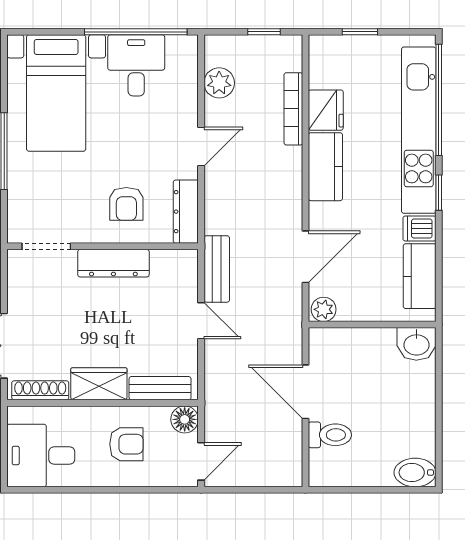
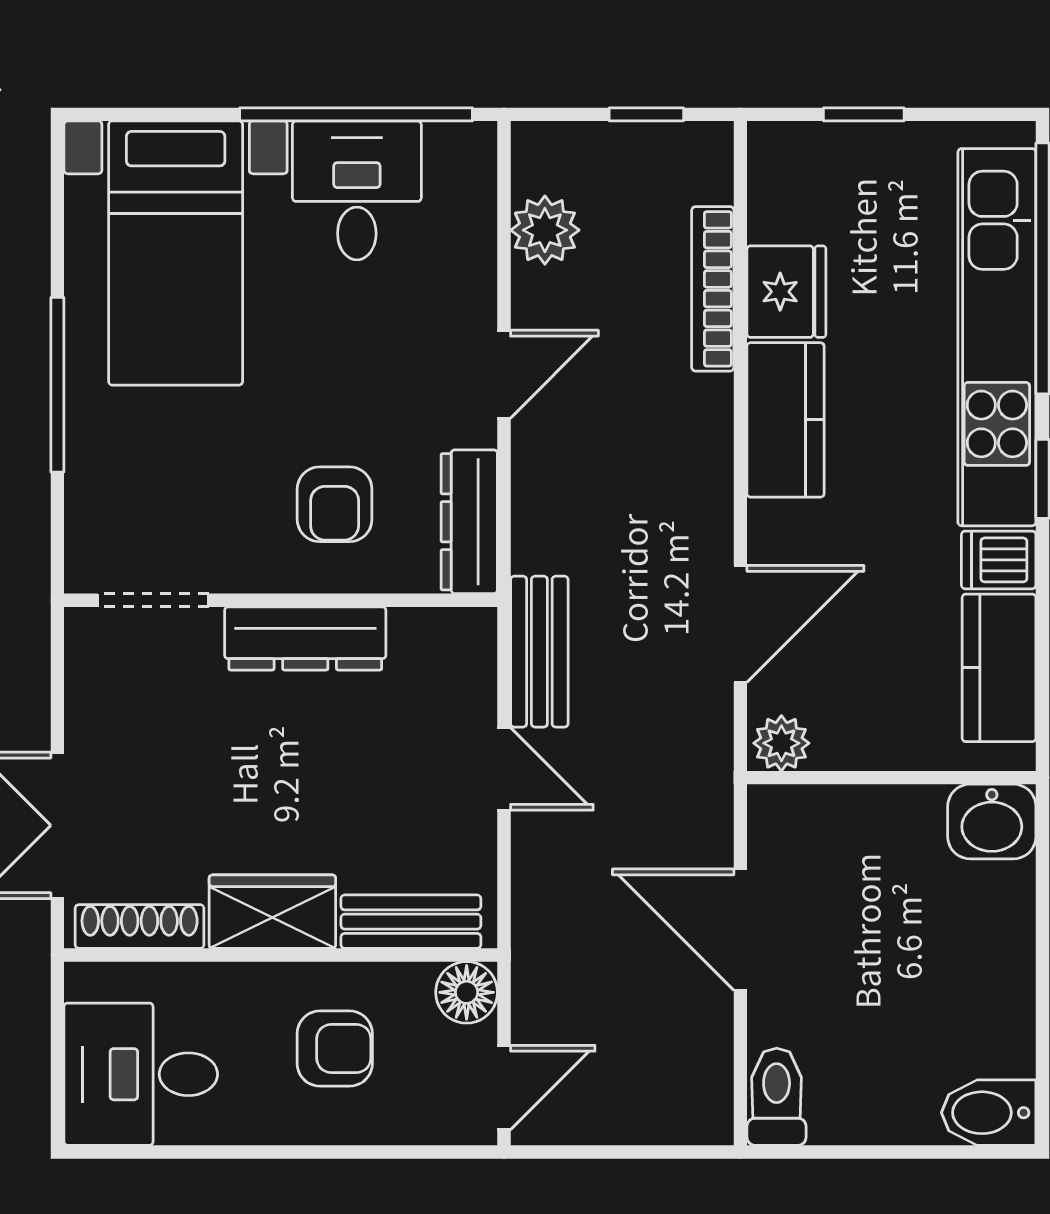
toilet: (330, 435) -> (777, 1097), moved, turned -90

